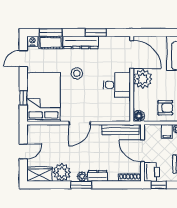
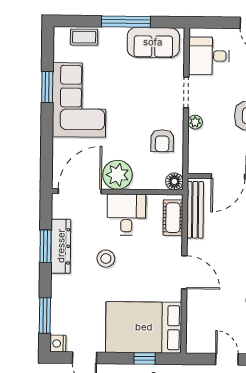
cot: (51, 42) -> (173, 218), moved
dresser: (81, 42) -> (61, 246), moved
stool: (77, 73) -> (106, 259), moved
armchair: (165, 108) -> (162, 141), turned 180
filing cabinet: (167, 131) -> (199, 139), removed

